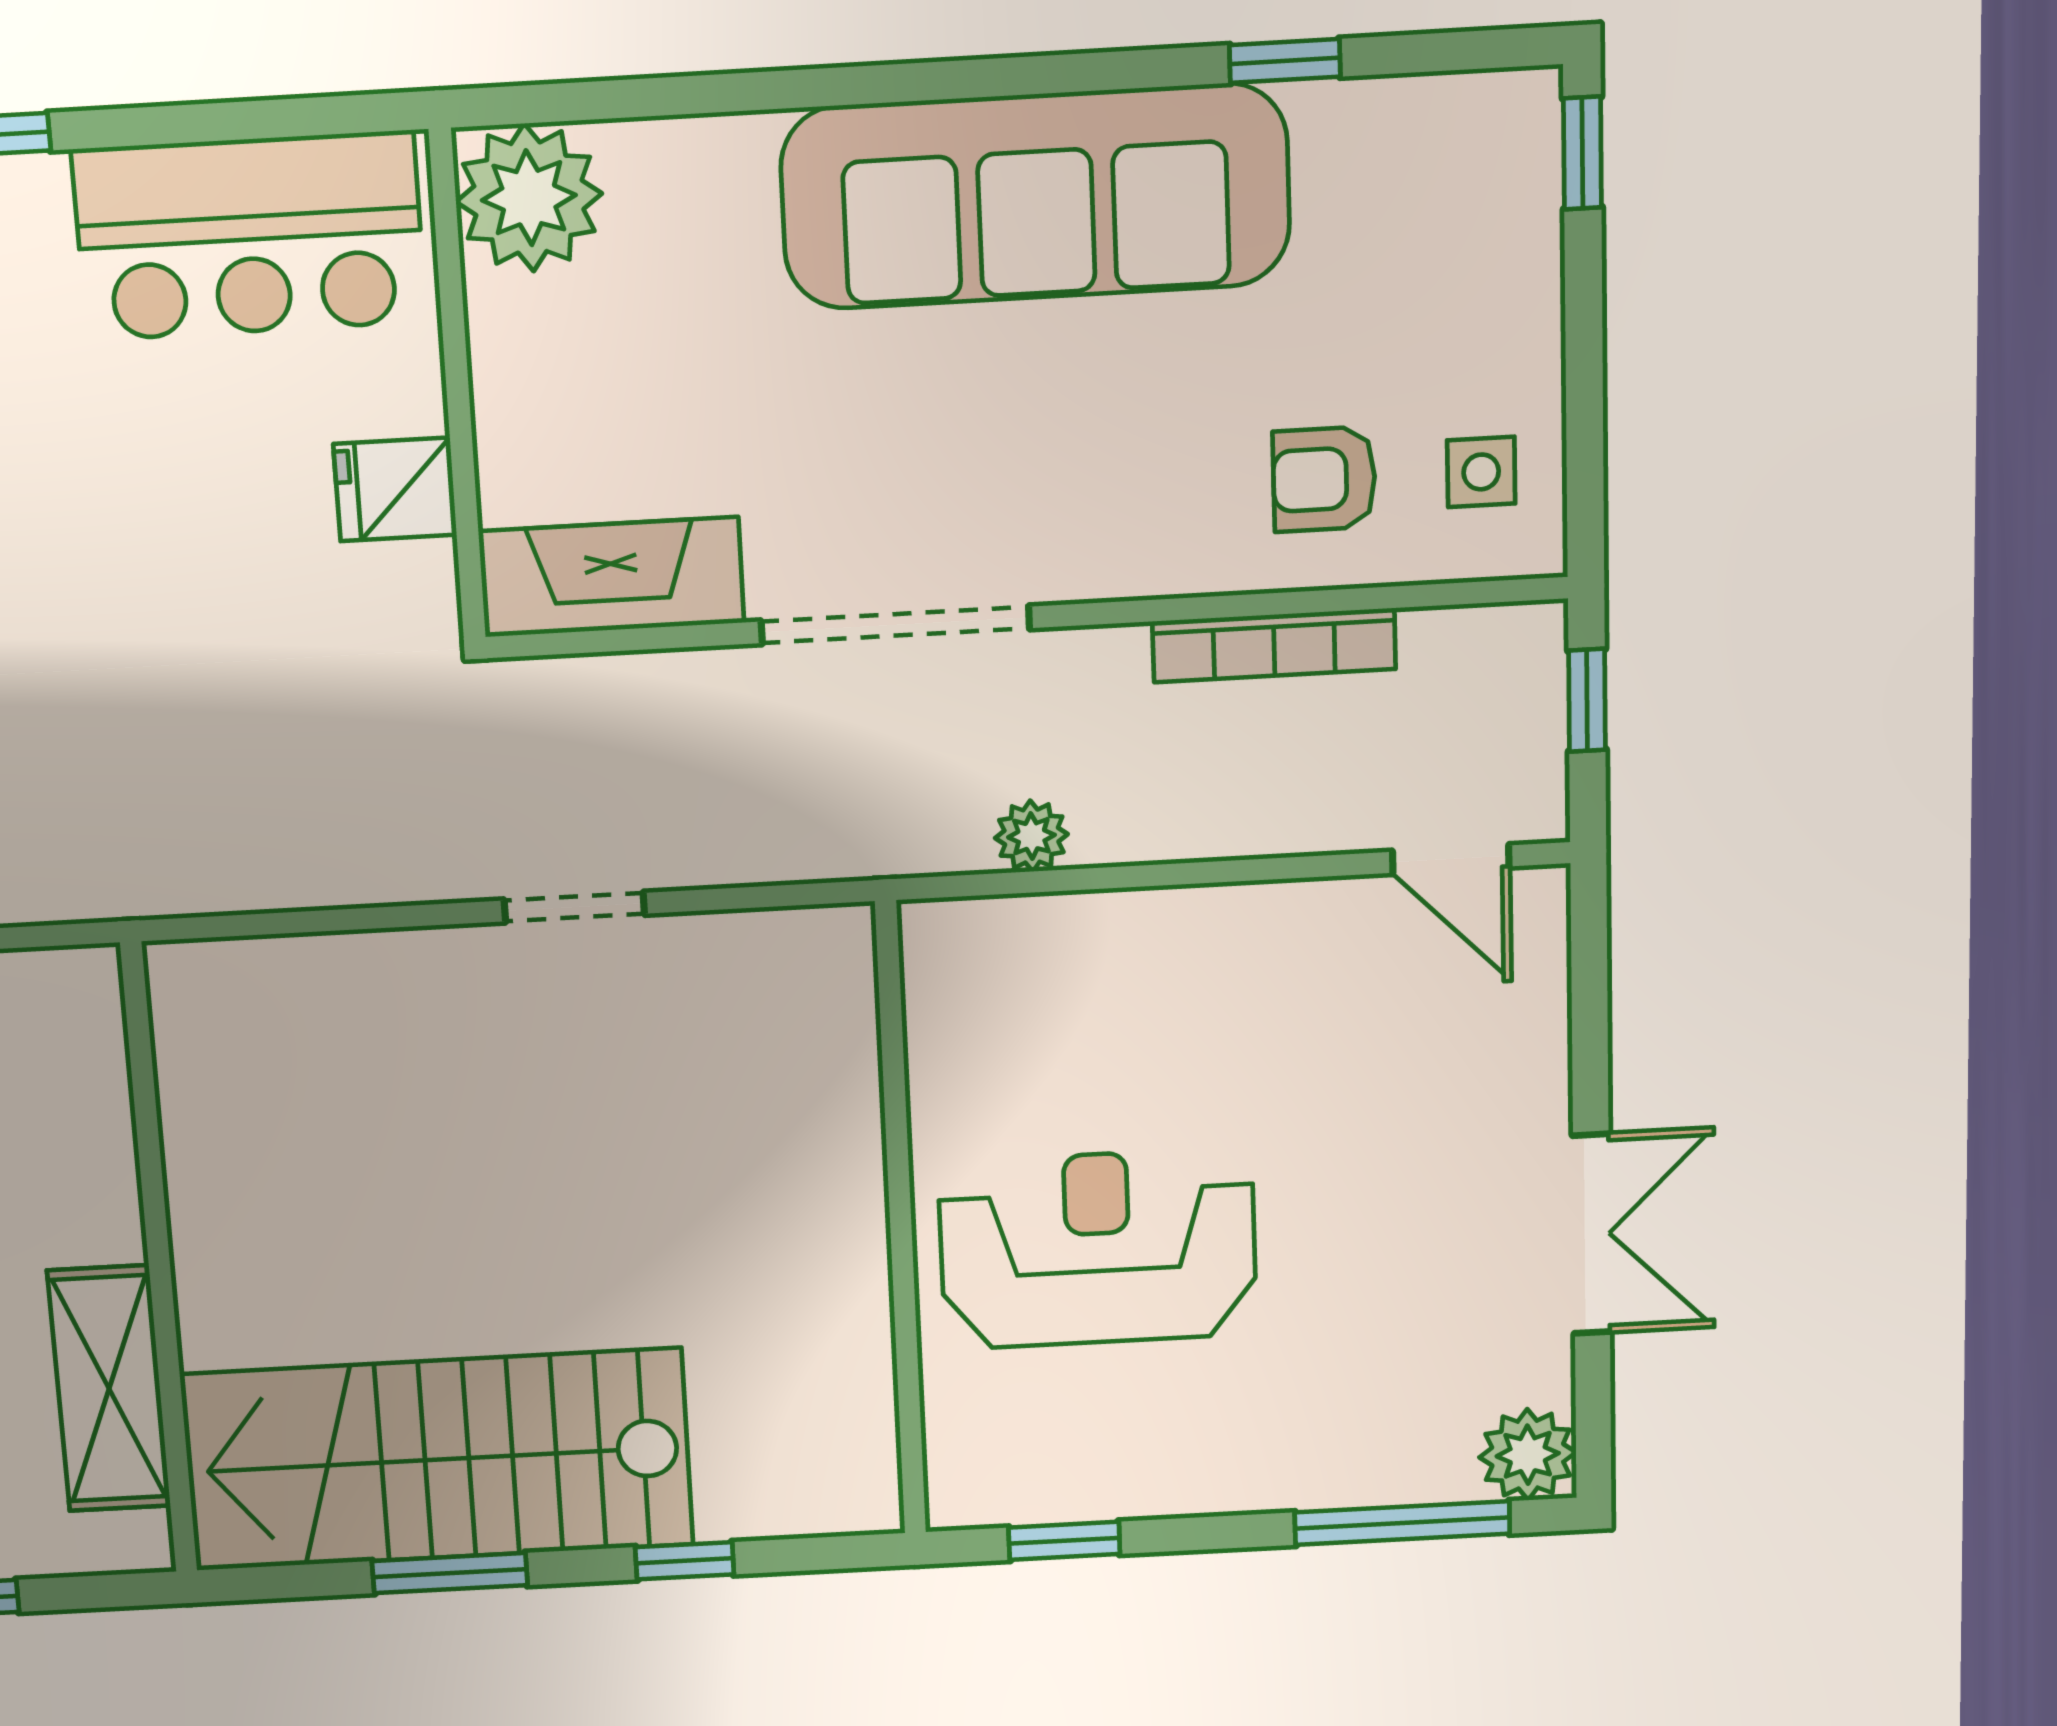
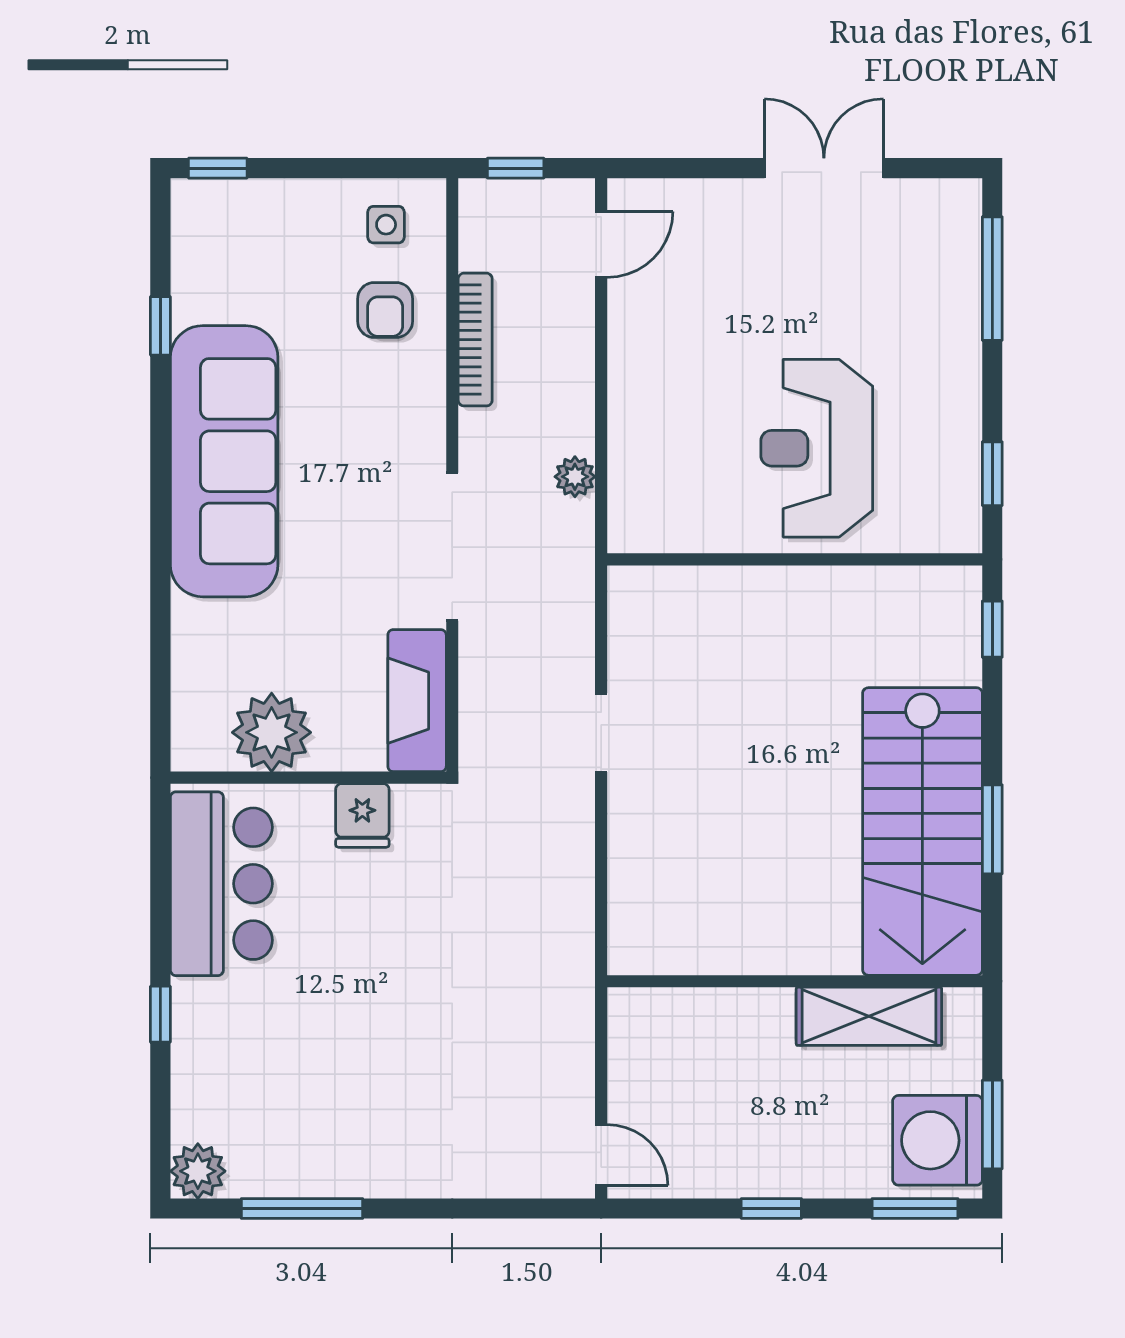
plant: (529, 198) -> (272, 732), moved
plant: (1528, 1455) -> (955, 206), removed
window: (685, 1561) -> (992, 629), moved

